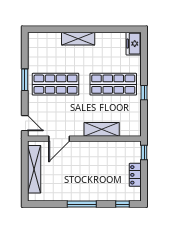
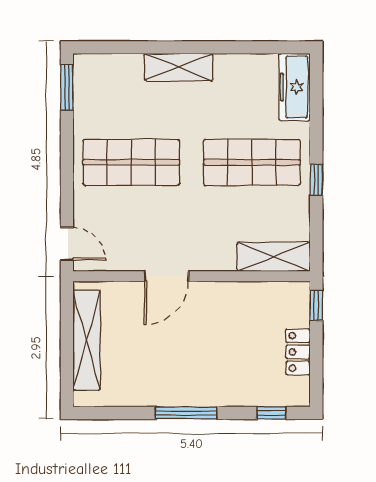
freezer: (134, 44) -> (295, 87), width x1.40
window: (25, 80) -> (67, 88), moved
shelving: (102, 129) -> (274, 257), moved
door: (59, 139) -> (166, 276), moved

